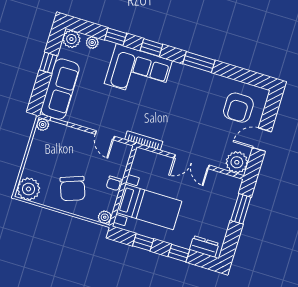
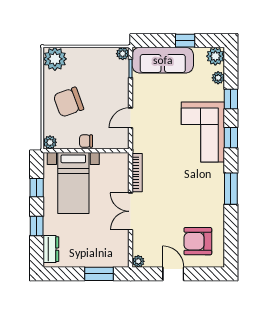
bookcase: (144, 141) -> (137, 173), moved
plant: (237, 162) -> (138, 261), width x0.53, depth x0.53

